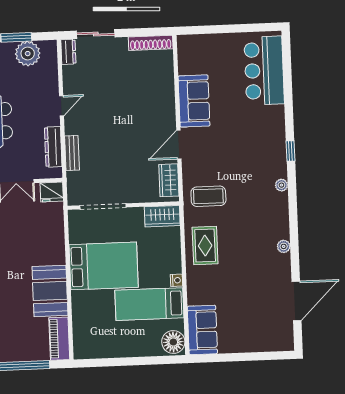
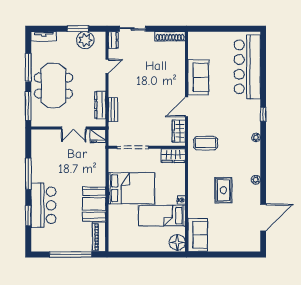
bar counter: (264, 71) -> (247, 67), width x1.36
door: (61, 106) -> (107, 66), moved
rug: (205, 246) -> (223, 190), moved

